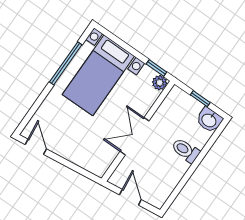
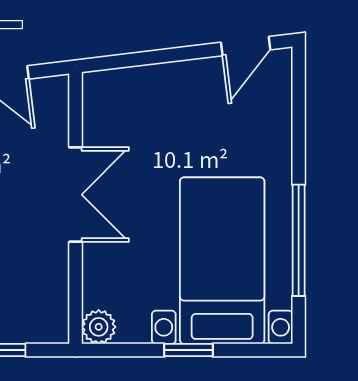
window: (156, 68) -> (189, 350), moved
door: (36, 147) -> (246, 46), hinge flipped

